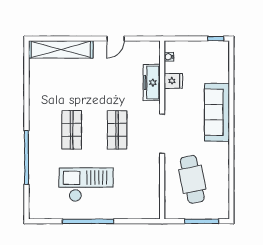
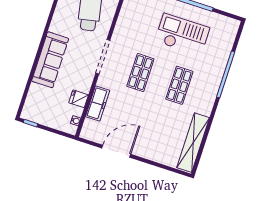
door: (116, 39) -> (116, 151), width x1.87
shelving: (61, 49) -> (193, 143), moved, turned 90
checkout: (86, 185) -> (182, 35), turned 180

